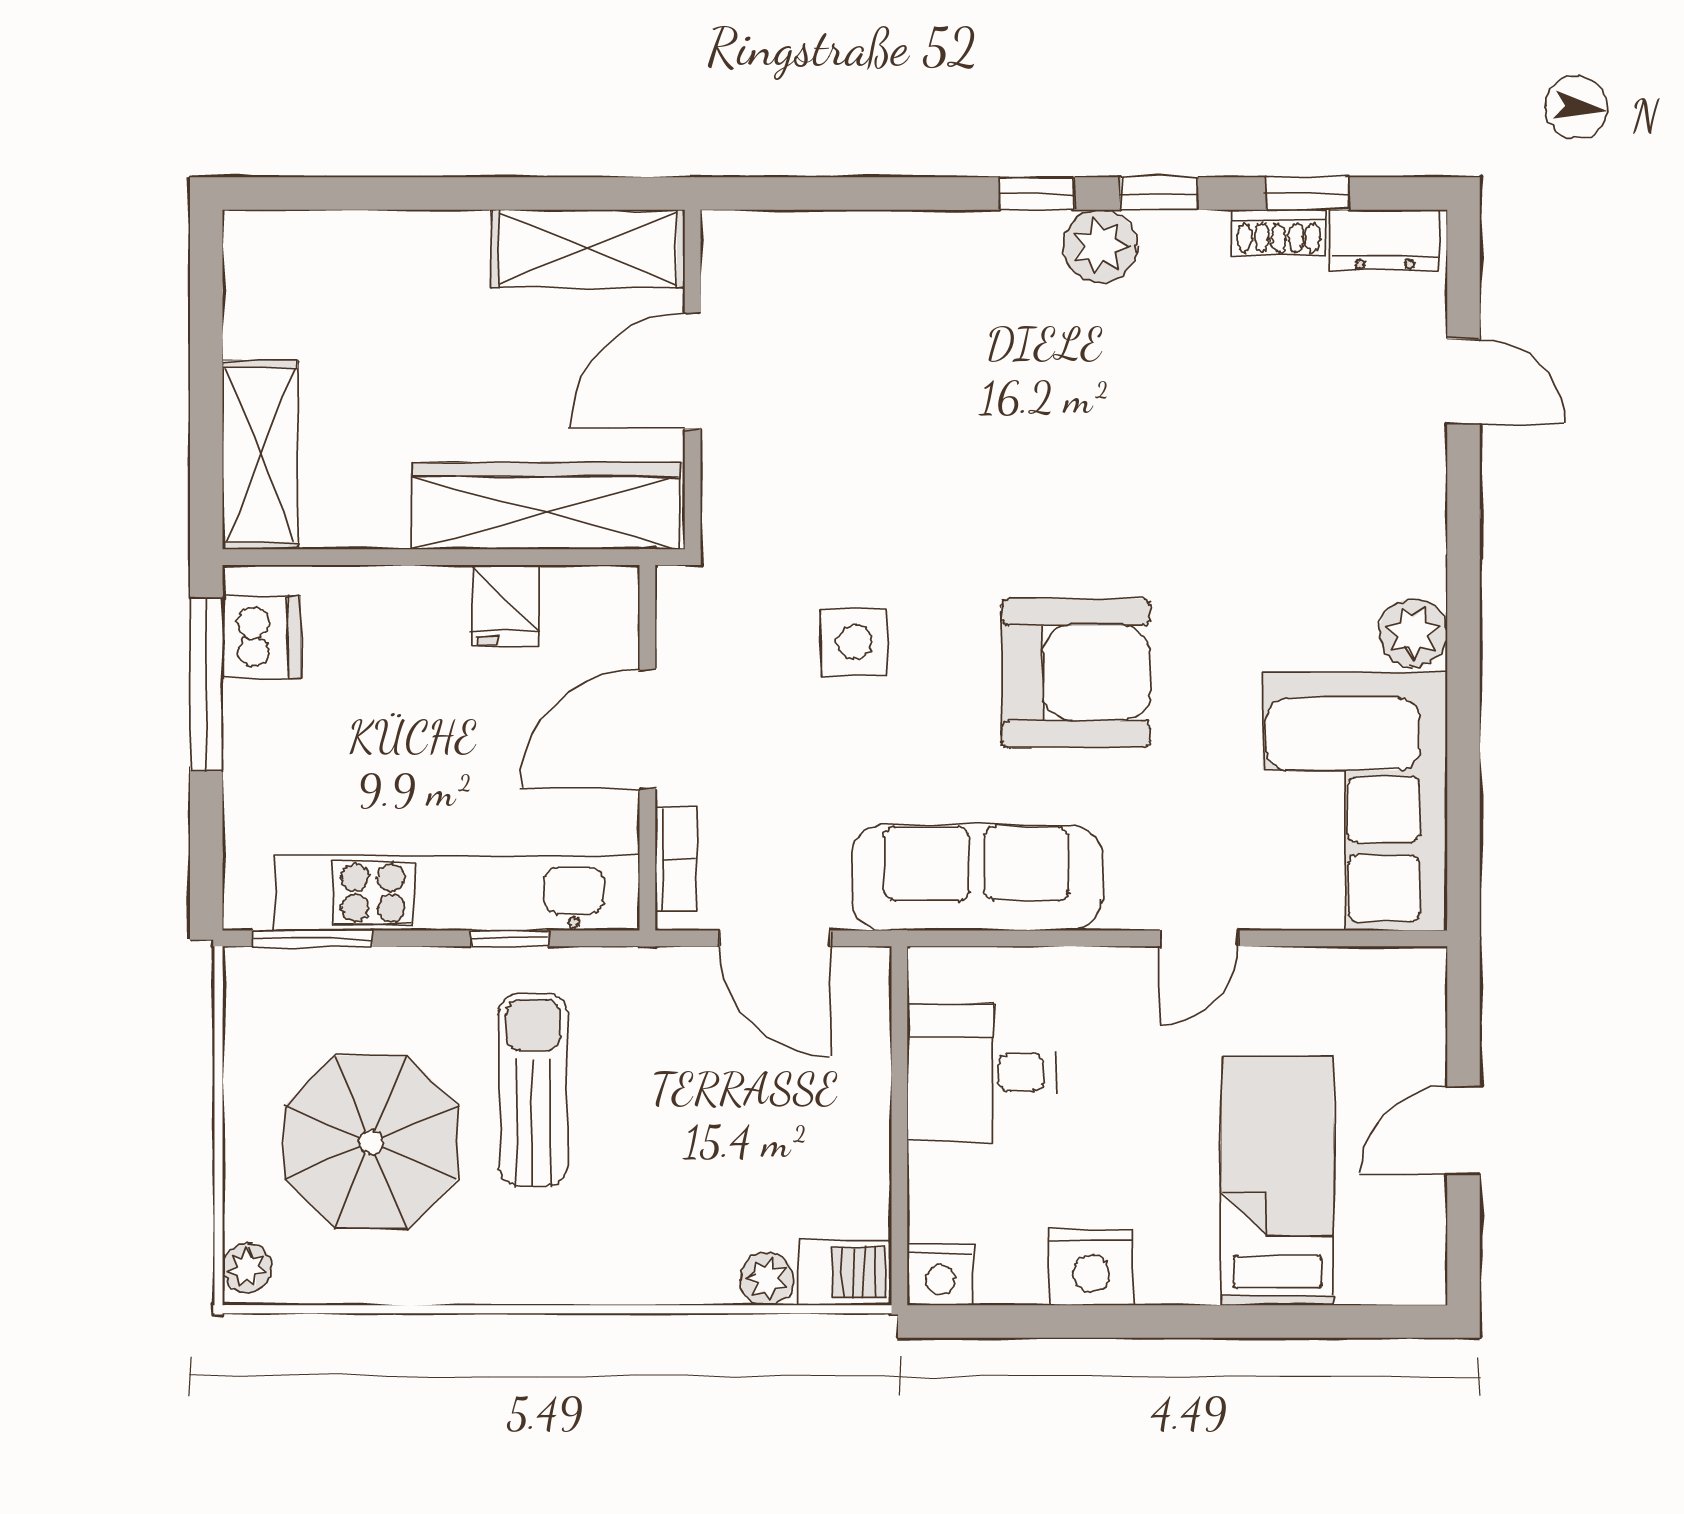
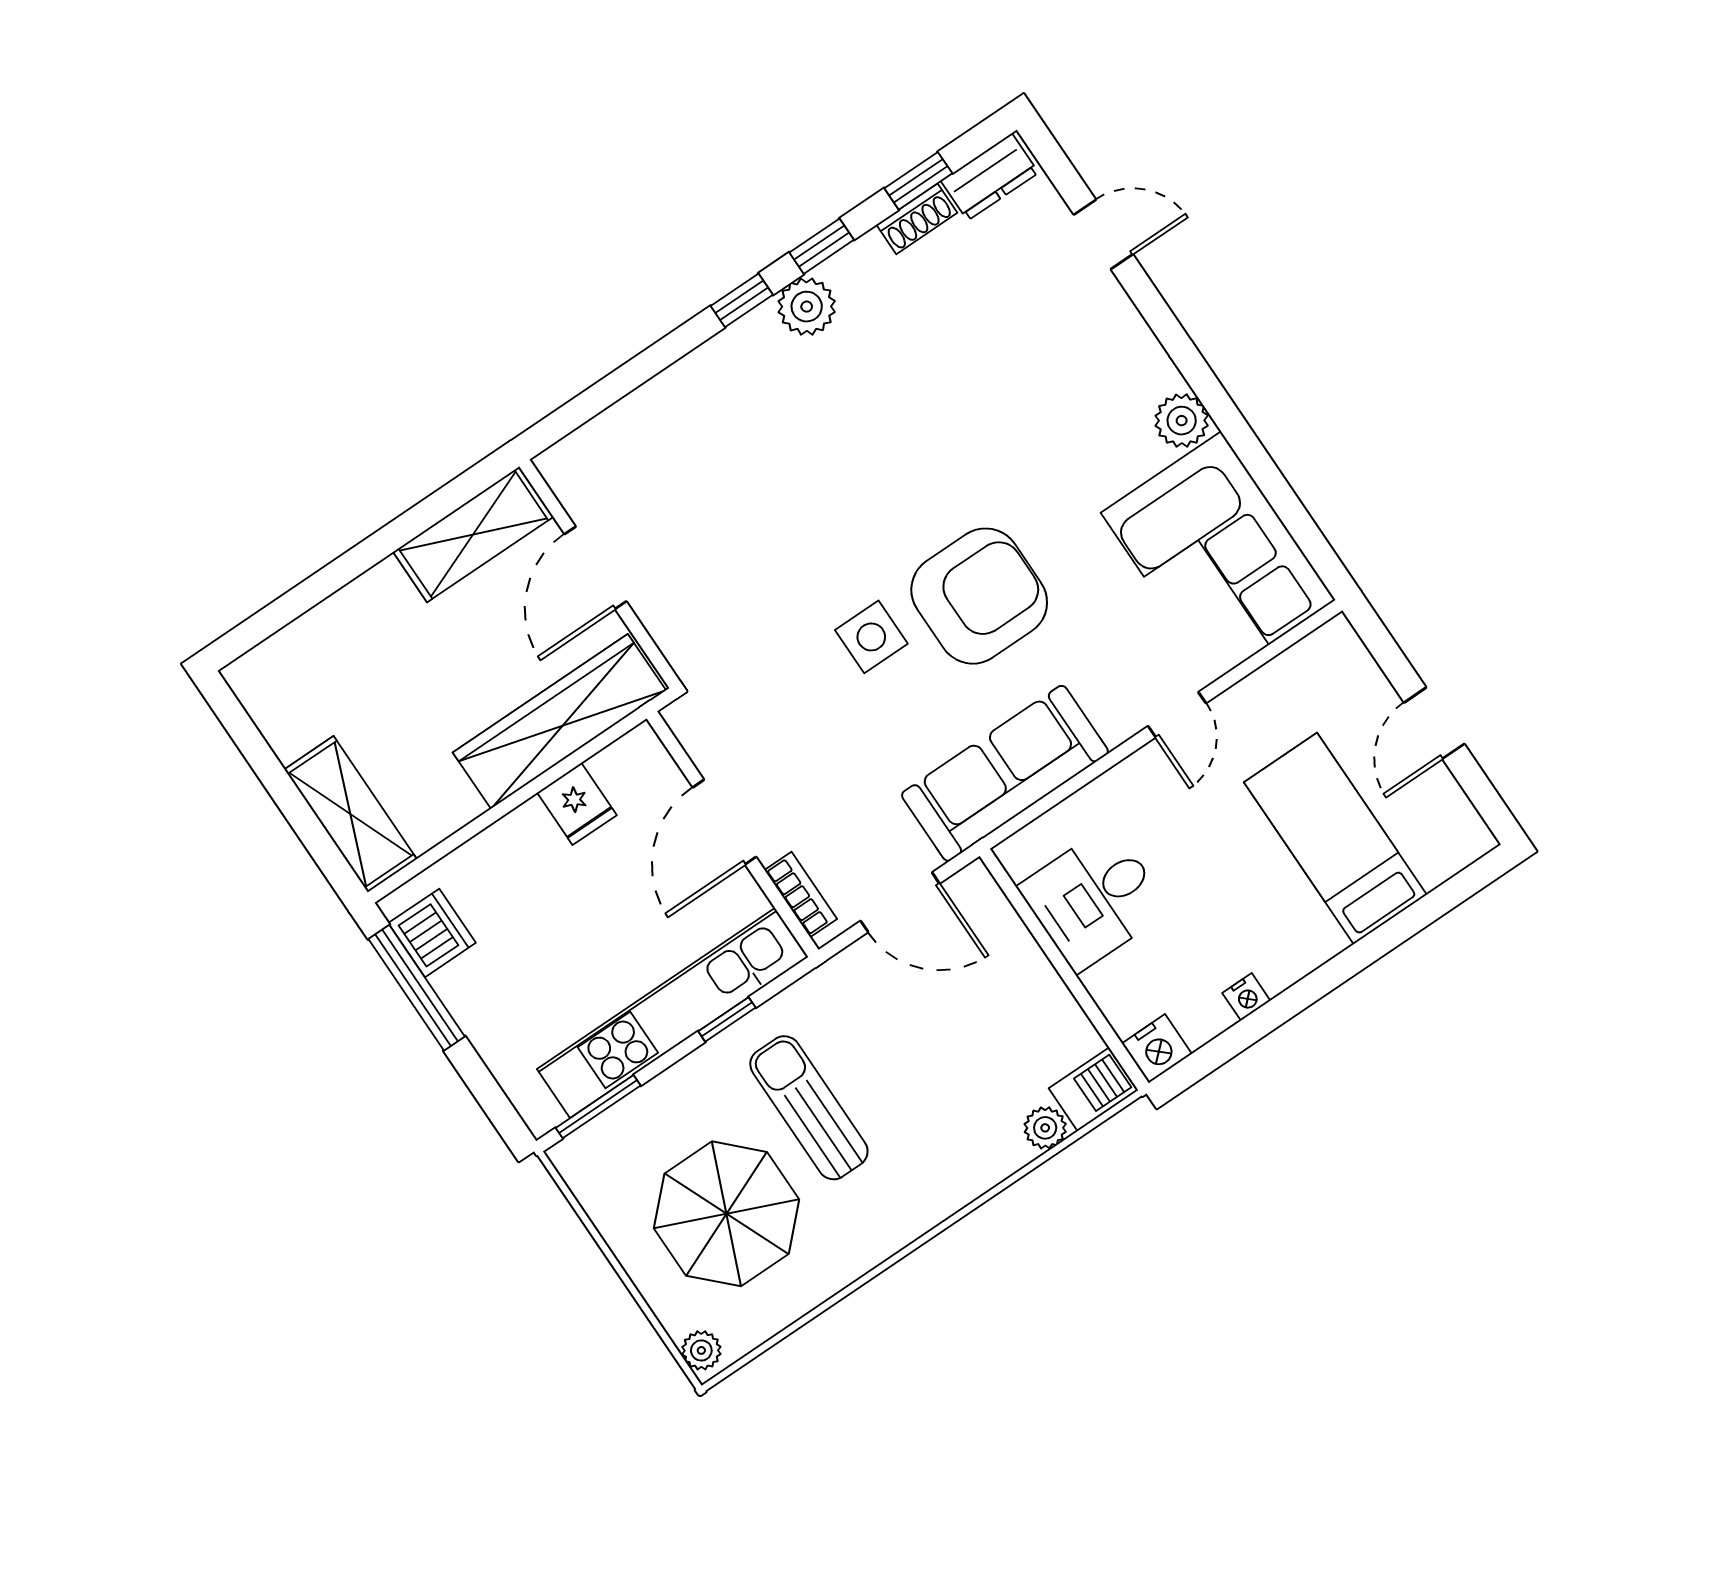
side table: (854, 642) -> (871, 637), moved
nightstand: (1091, 1267) -> (1246, 997), width x0.53, depth x0.56

